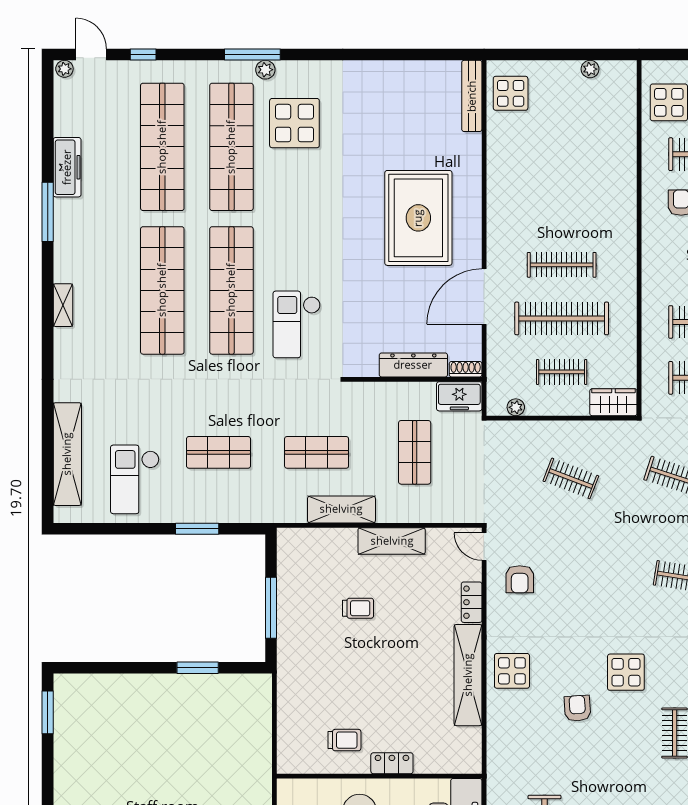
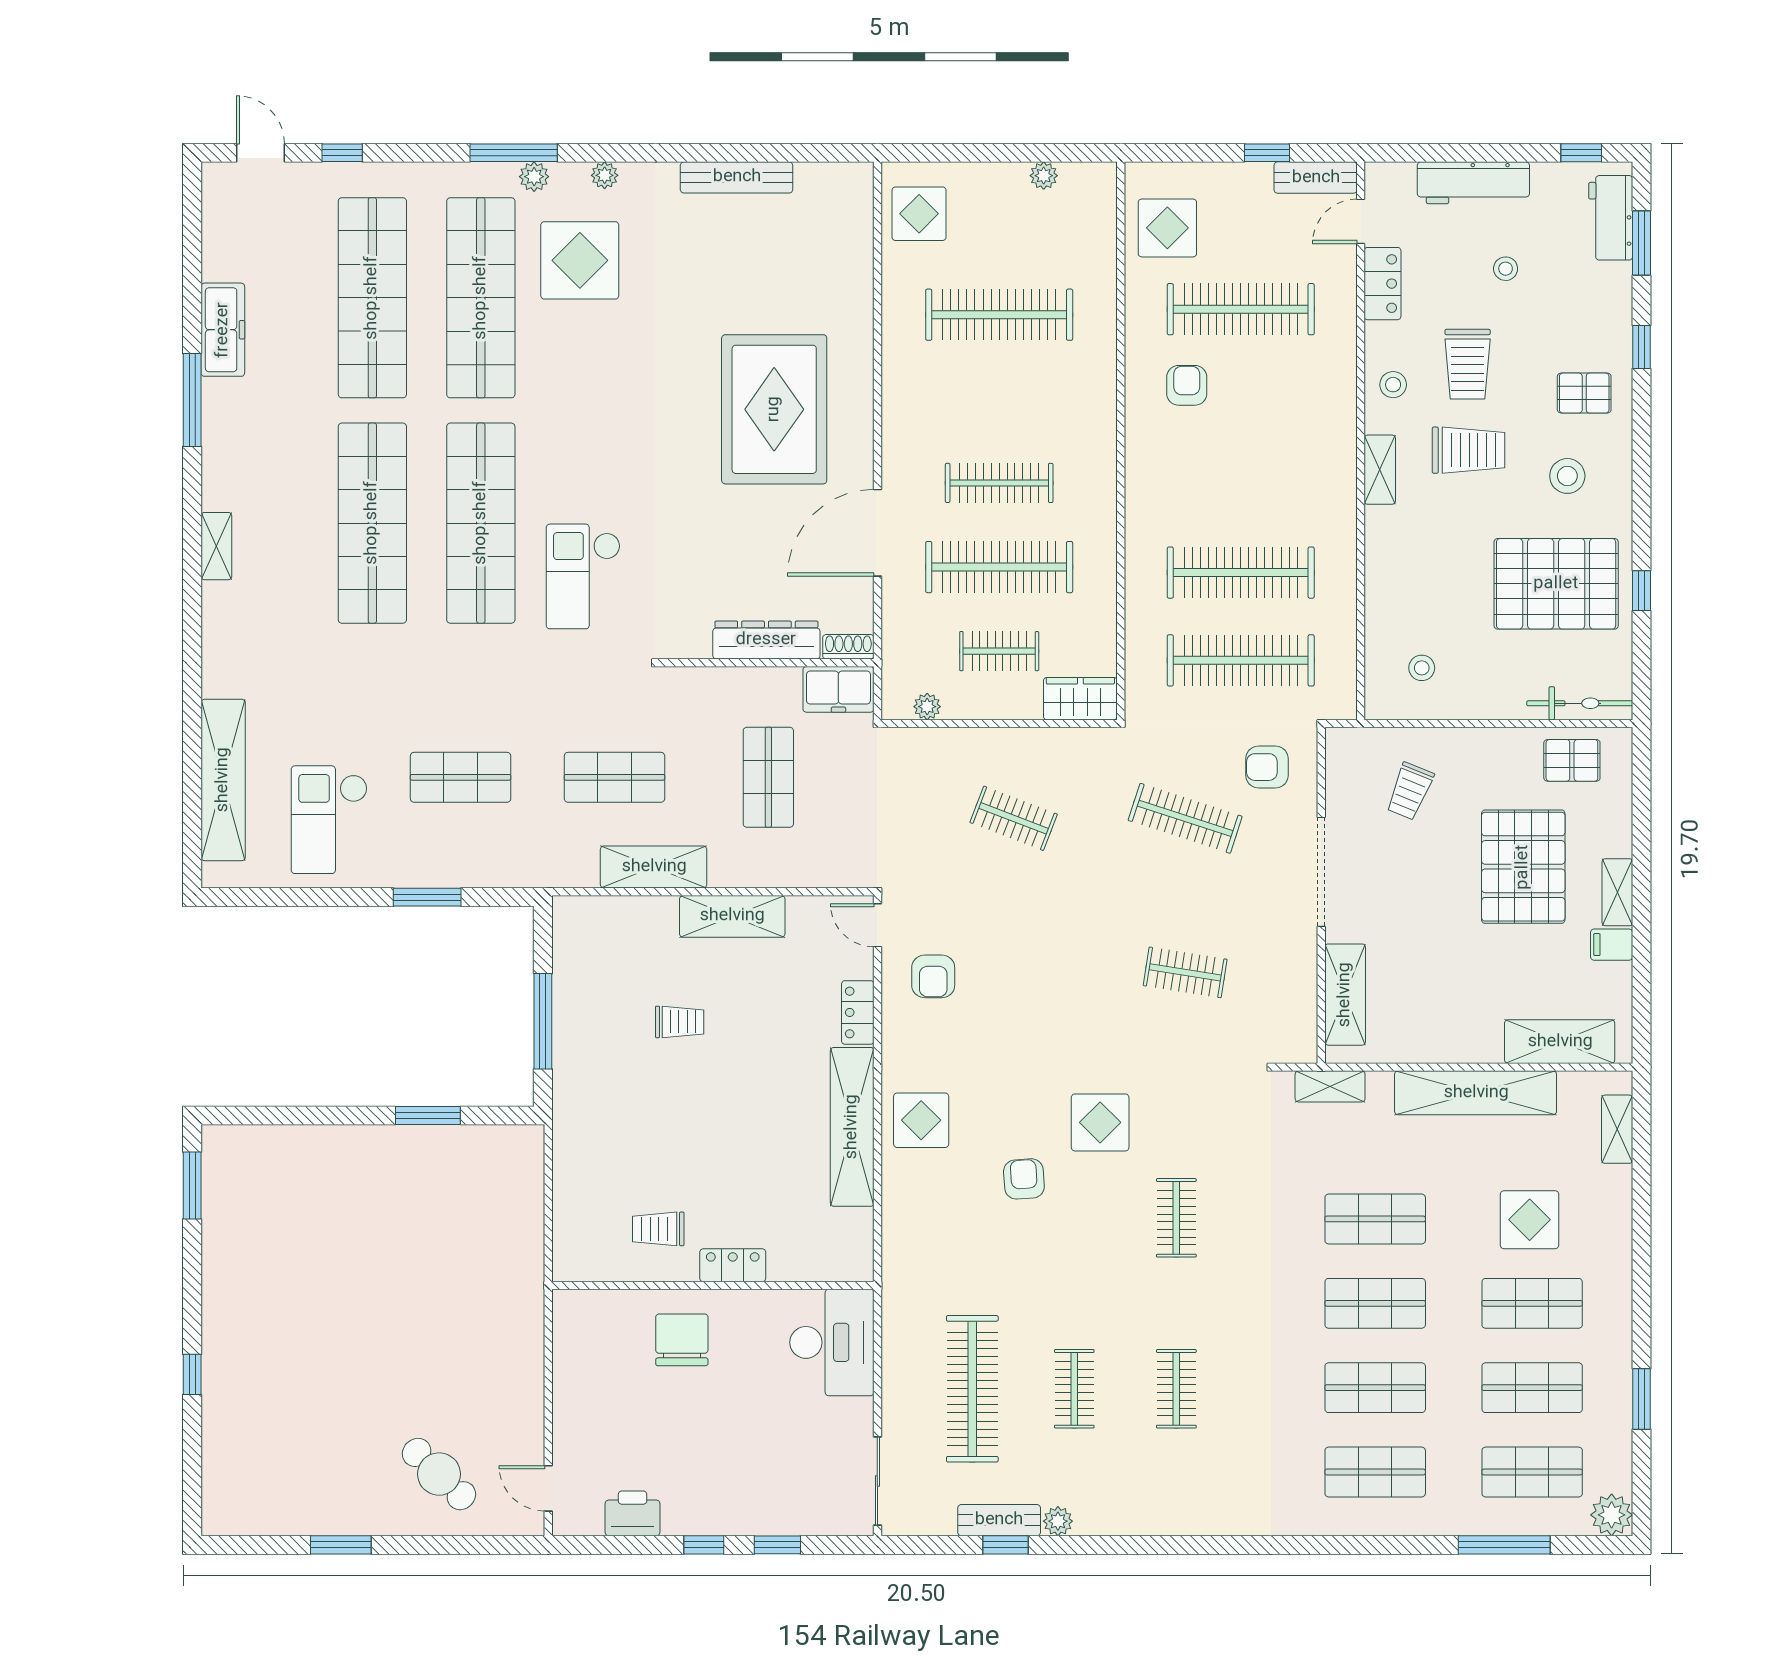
plant: (64, 69) -> (605, 175), moved
bench: (472, 96) -> (737, 177), moved, turned 90
clothes rail: (562, 158) -> (999, 315), added
trolley: (344, 740) -> (658, 1229), turned 180

